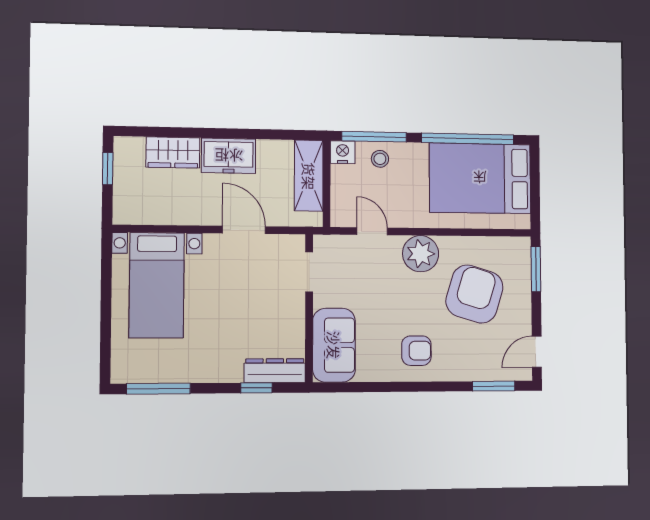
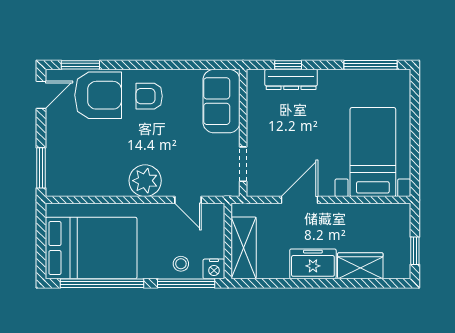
door: (244, 230) -> (299, 200), swing flipped
armchair: (474, 294) -> (98, 95), moved, turned -107
dresser: (275, 371) -> (291, 79), moved

